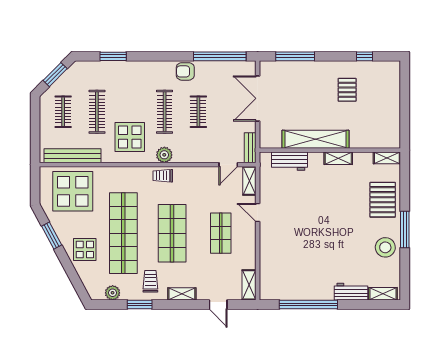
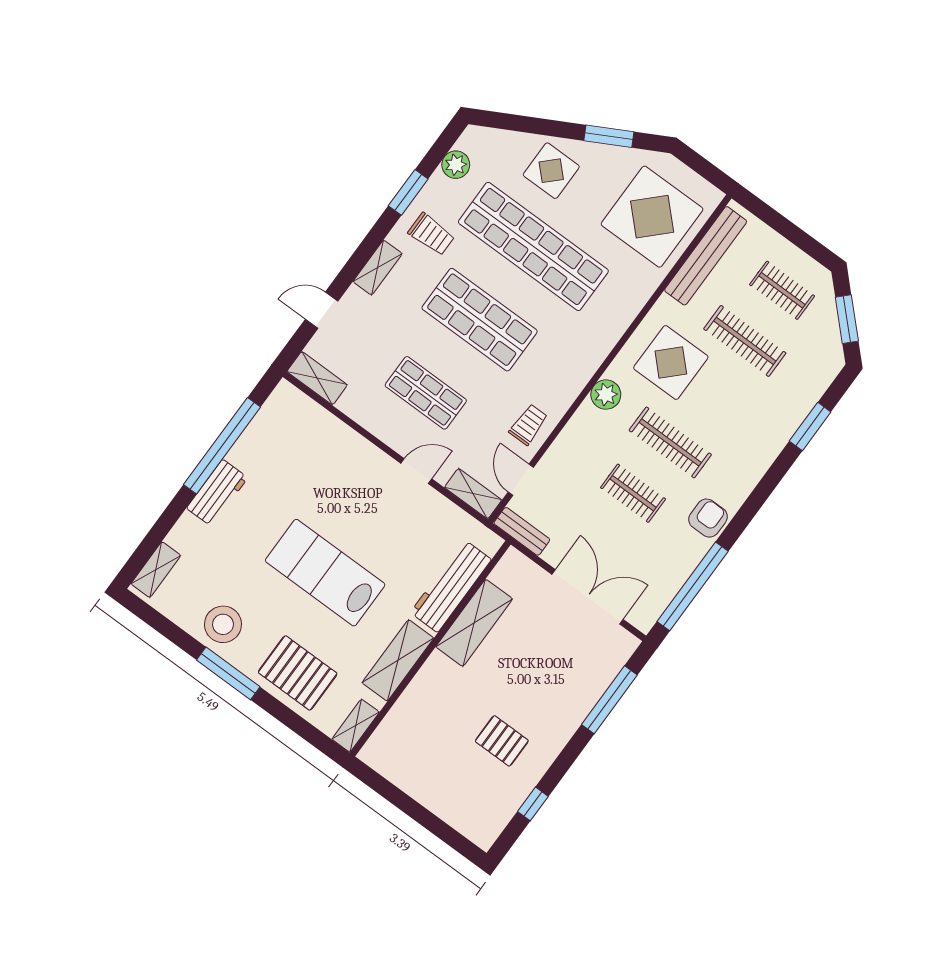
shelving: (315, 139) -> (474, 623), width x0.68
shelving: (338, 158) -> (398, 660), width x1.50, depth x1.33
workbench: (290, 161) -> (451, 586), width x1.38
trolley: (163, 176) -> (528, 425), moved
lab bench: (330, 220) -> (325, 573), added
workbench: (351, 292) -> (217, 493), moved

